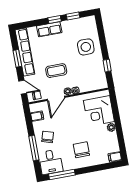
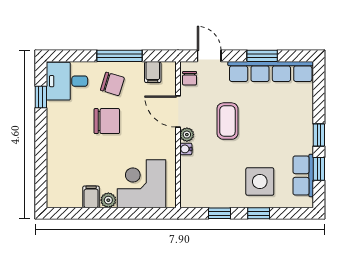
row of seats: (49, 29) -> (303, 176), moved
window: (103, 44) -> (259, 213), added
door: (23, 87) -> (209, 56), swing flipped
window: (34, 148) -> (119, 56), moved
chair: (81, 150) -> (107, 121), moved
filing cabinet: (115, 157) -> (91, 197), moved
window: (62, 174) -> (41, 97), width x0.46

